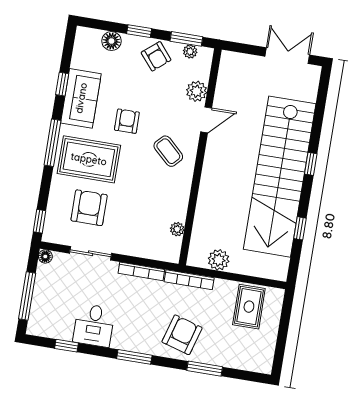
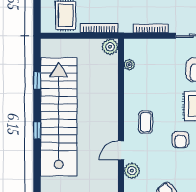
coffee table: (168, 151) -> (146, 122), turned 47
plant: (219, 260) -> (110, 47), moved
bookcase: (189, 280) -> (99, 28), moved

